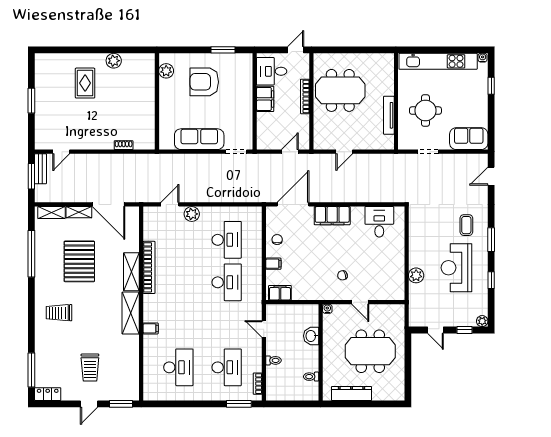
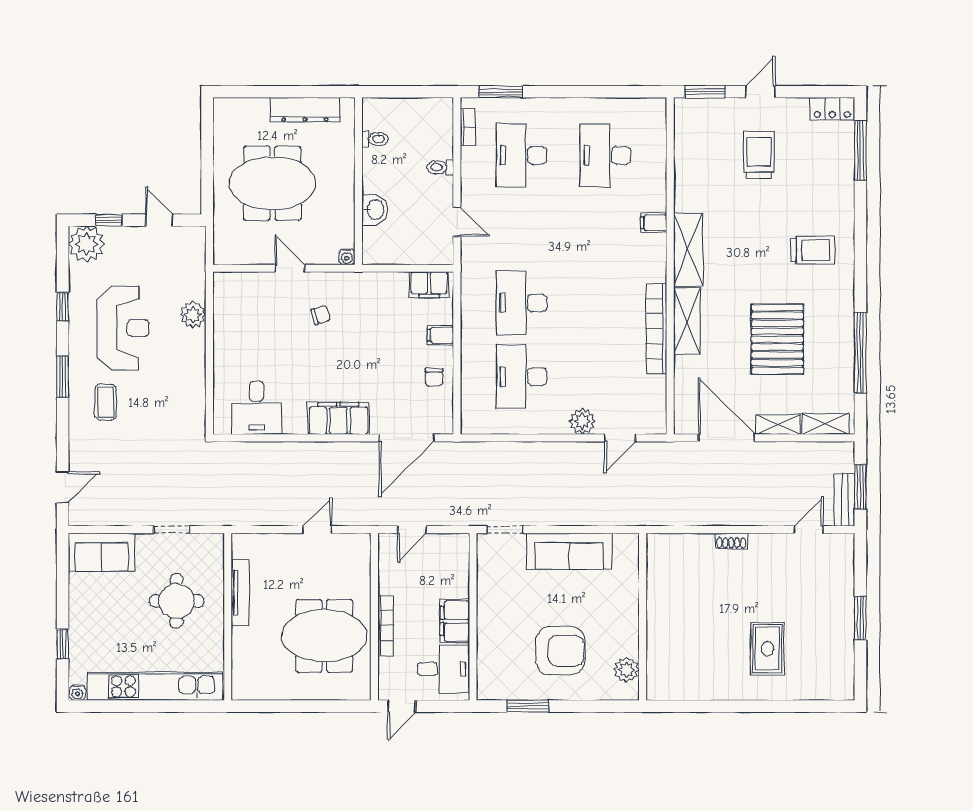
plant: (114, 61) -> (718, 687), removed
shoe rack: (124, 145) -> (731, 541), moved
plant: (482, 321) -> (87, 244), width x1.87, depth x1.87

